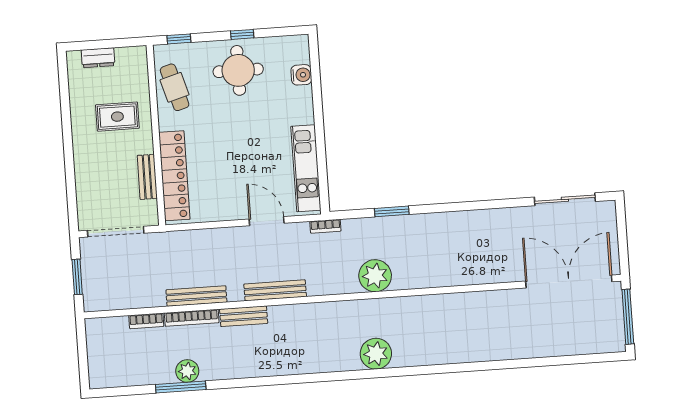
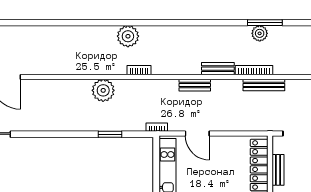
plant: (375, 276) -> (103, 90), moved
bench: (275, 290) -> (195, 85), width x0.73
bench: (196, 296) -> (264, 85), moved
bookcase: (146, 321) -> (139, 70), moved

